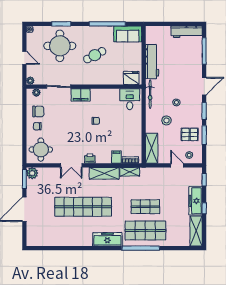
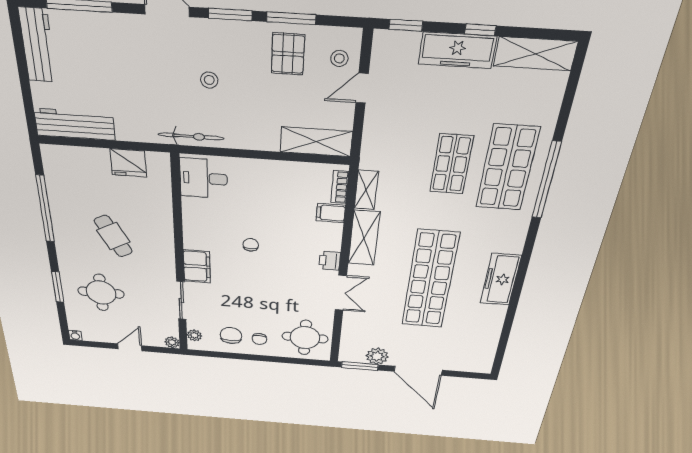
sofa: (128, 34) -> (61, 172), removed
round table: (60, 46) -> (101, 293), width x0.73, depth x0.73
workbench: (152, 62) -> (75, 124), moved
fridge: (131, 78) -> (128, 163), moved, turned -90
stool: (166, 120) -> (252, 105), removed
plant: (32, 173) -> (377, 356), moved
freezer: (107, 239) -> (501, 279), moved

